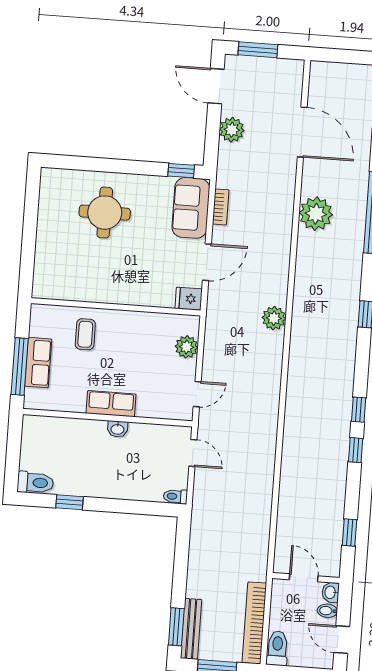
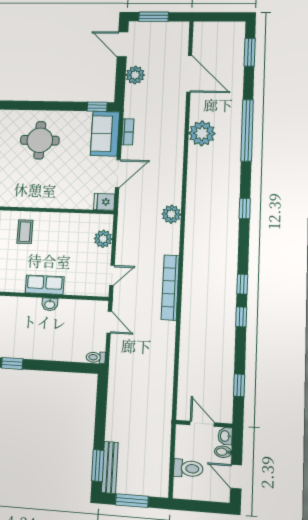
bookcase: (254, 623) -> (170, 287), moved
toilet: (277, 648) -> (188, 468), moved, turned 90

